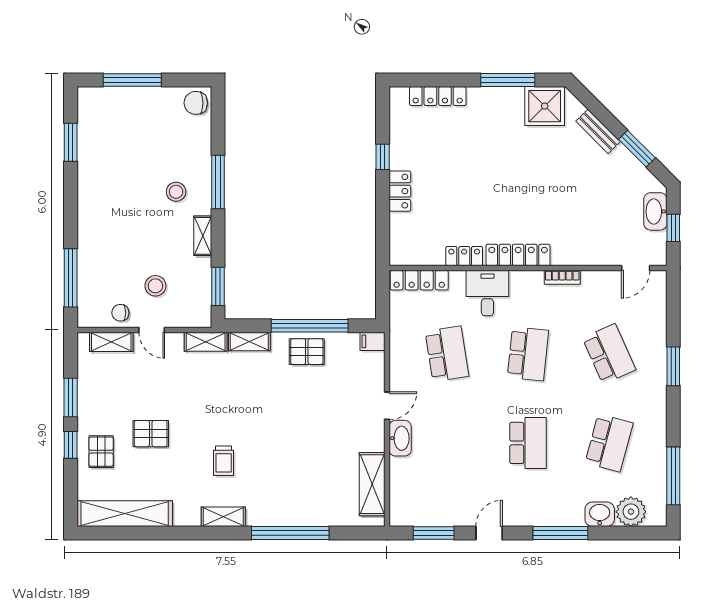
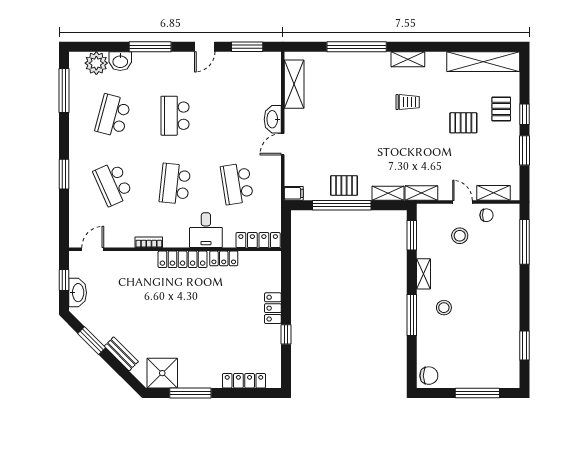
trolley: (224, 461) -> (408, 102), turned 90

